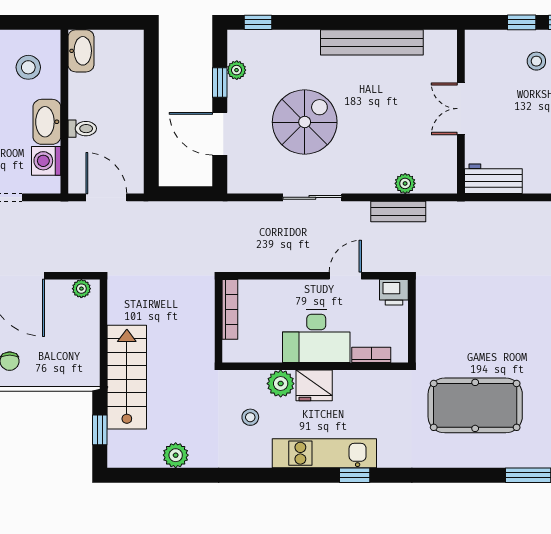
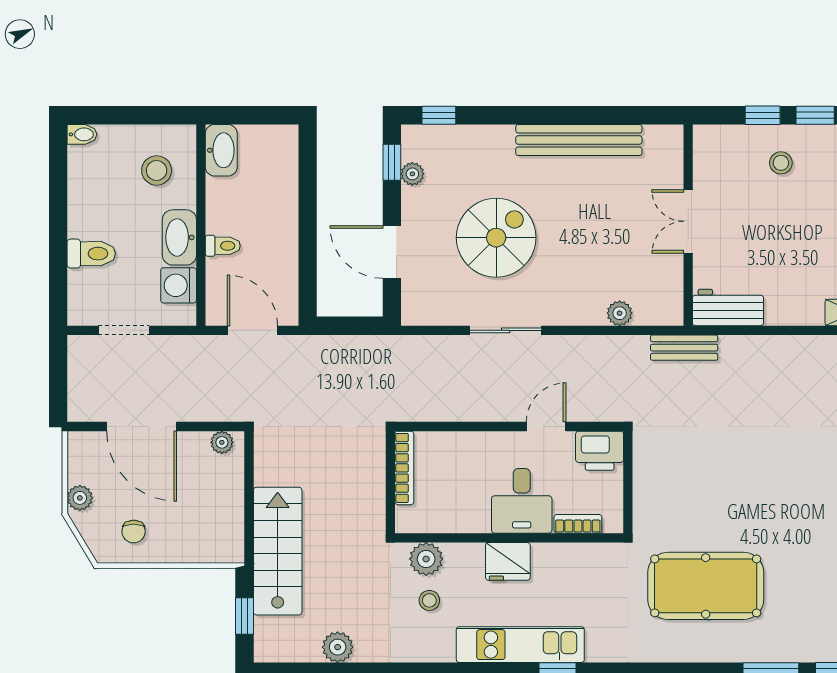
window: (220, 83) -> (392, 162), moved
bench: (398, 211) -> (684, 348), moved
printer: (394, 292) -> (600, 451), width x1.36, depth x1.24
desk: (316, 336) -> (522, 501), width x0.73
plant: (281, 384) -> (426, 559), moved

